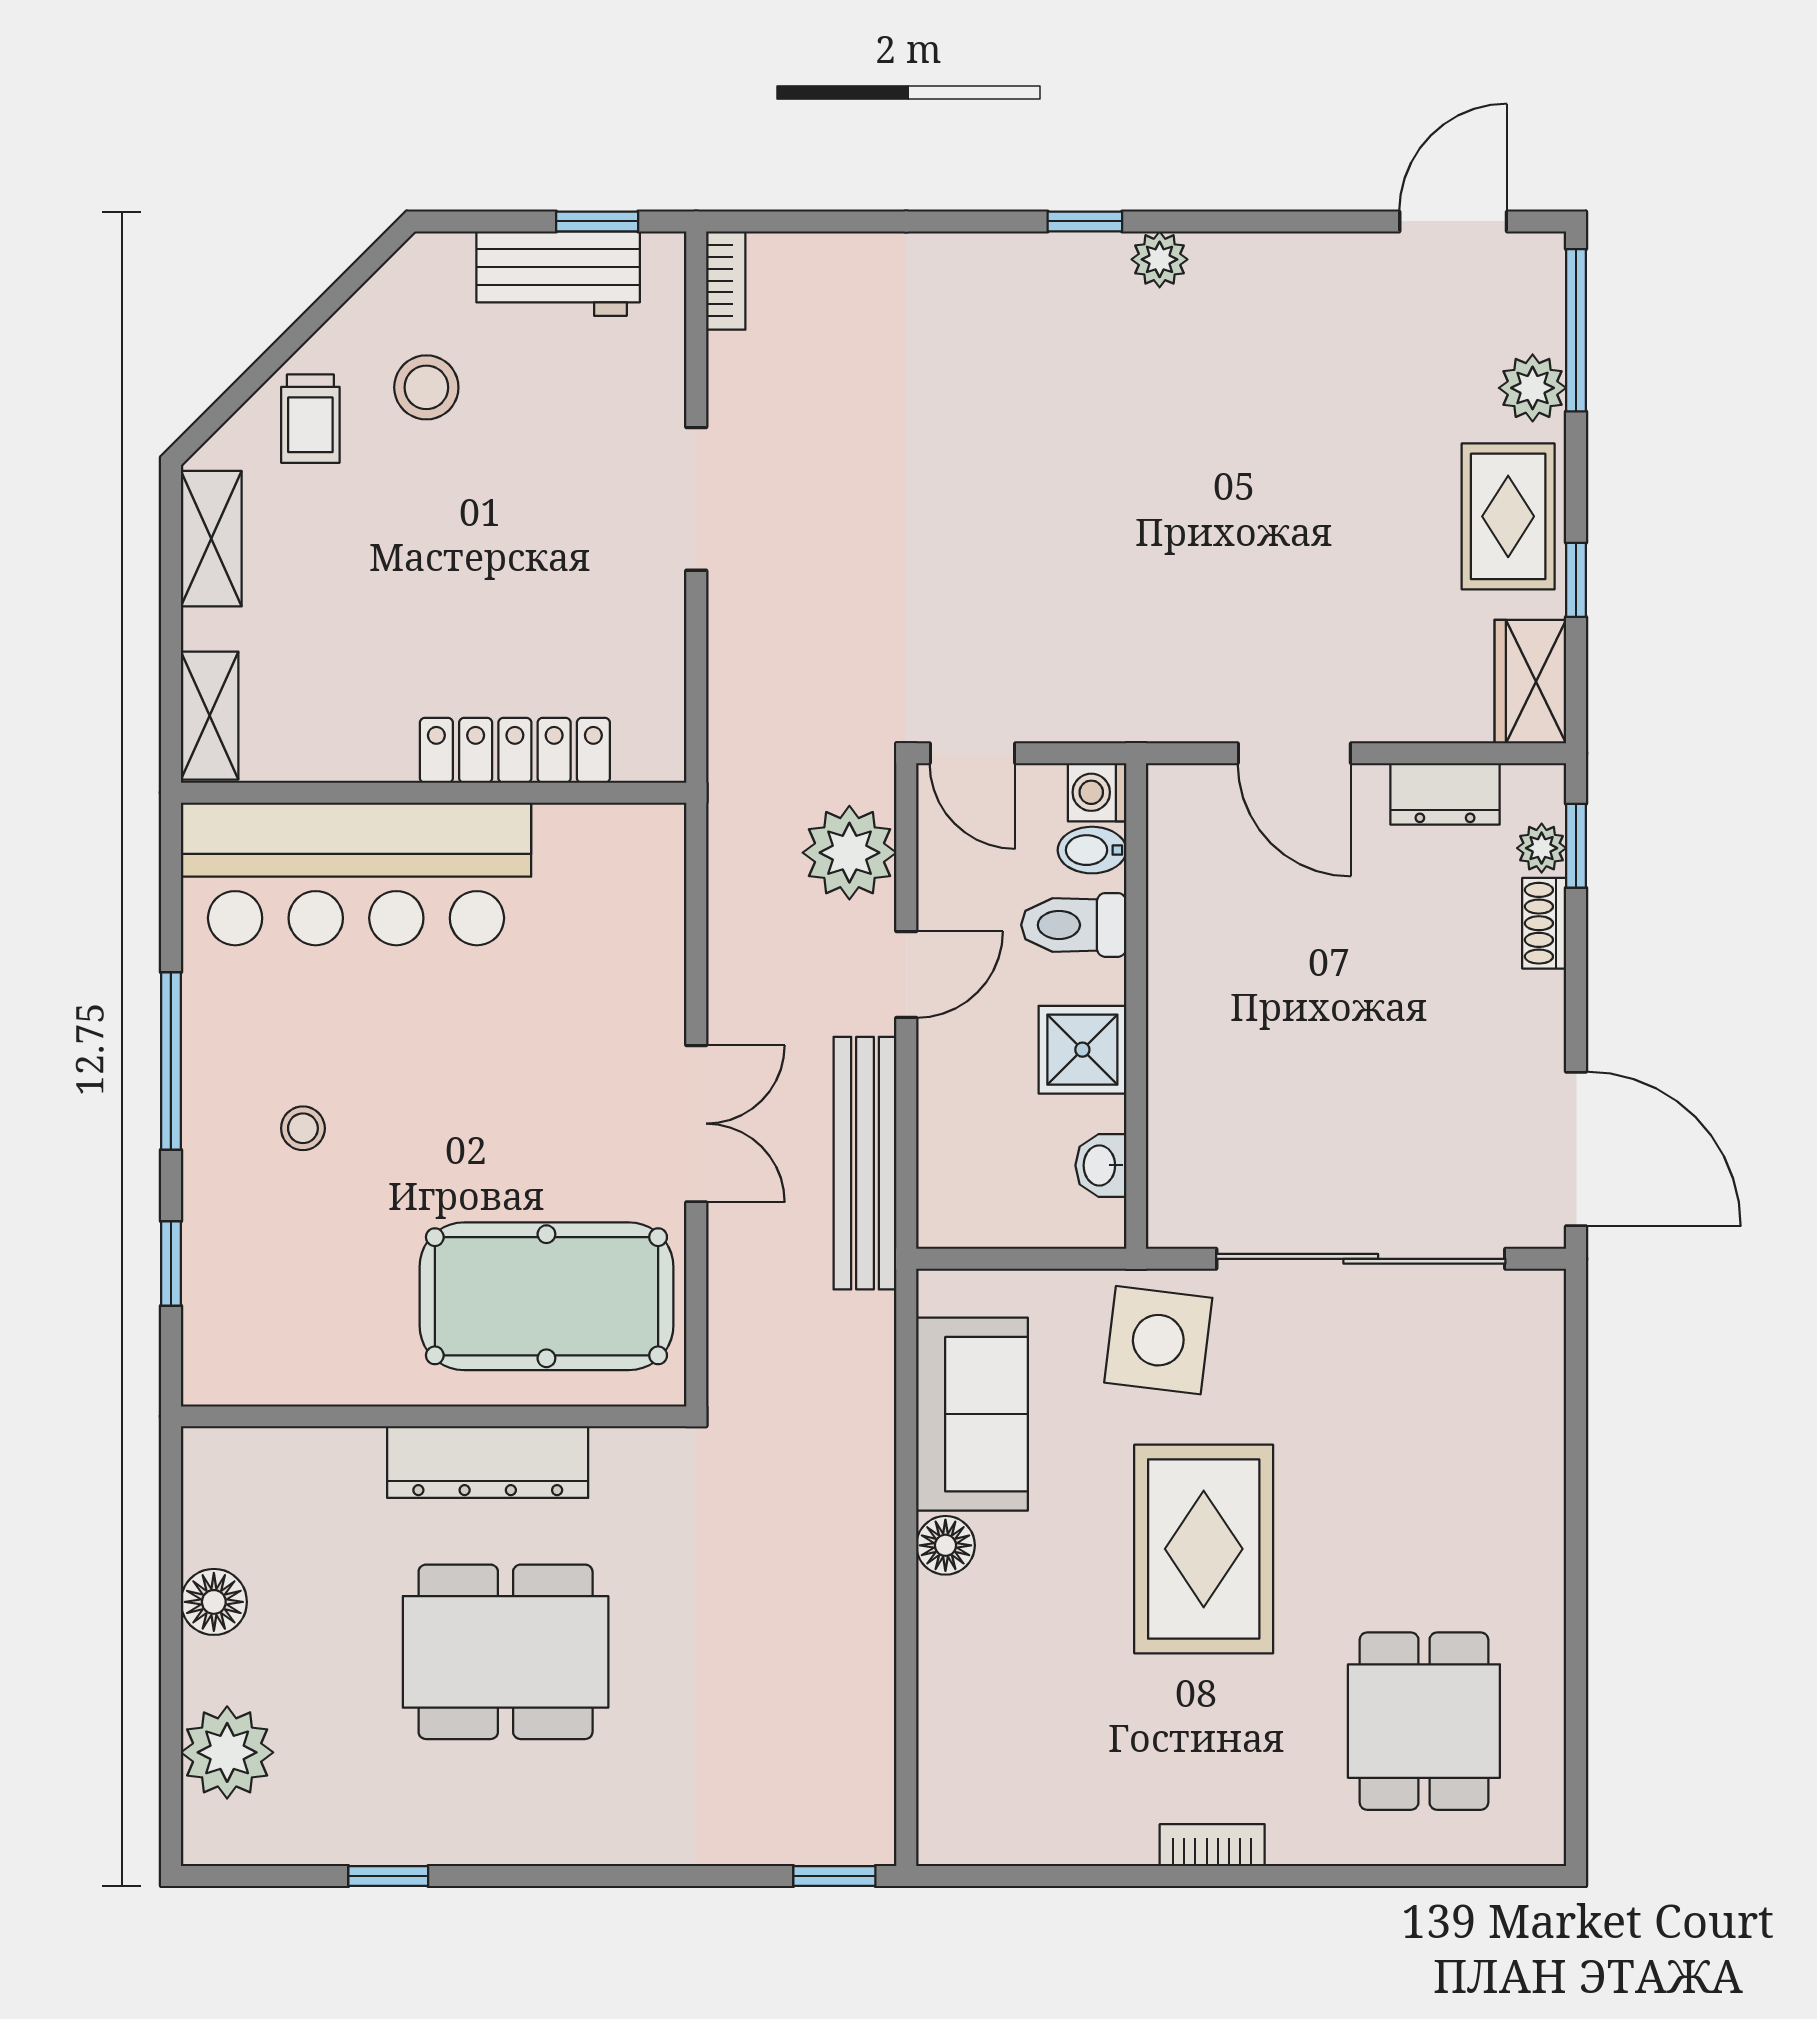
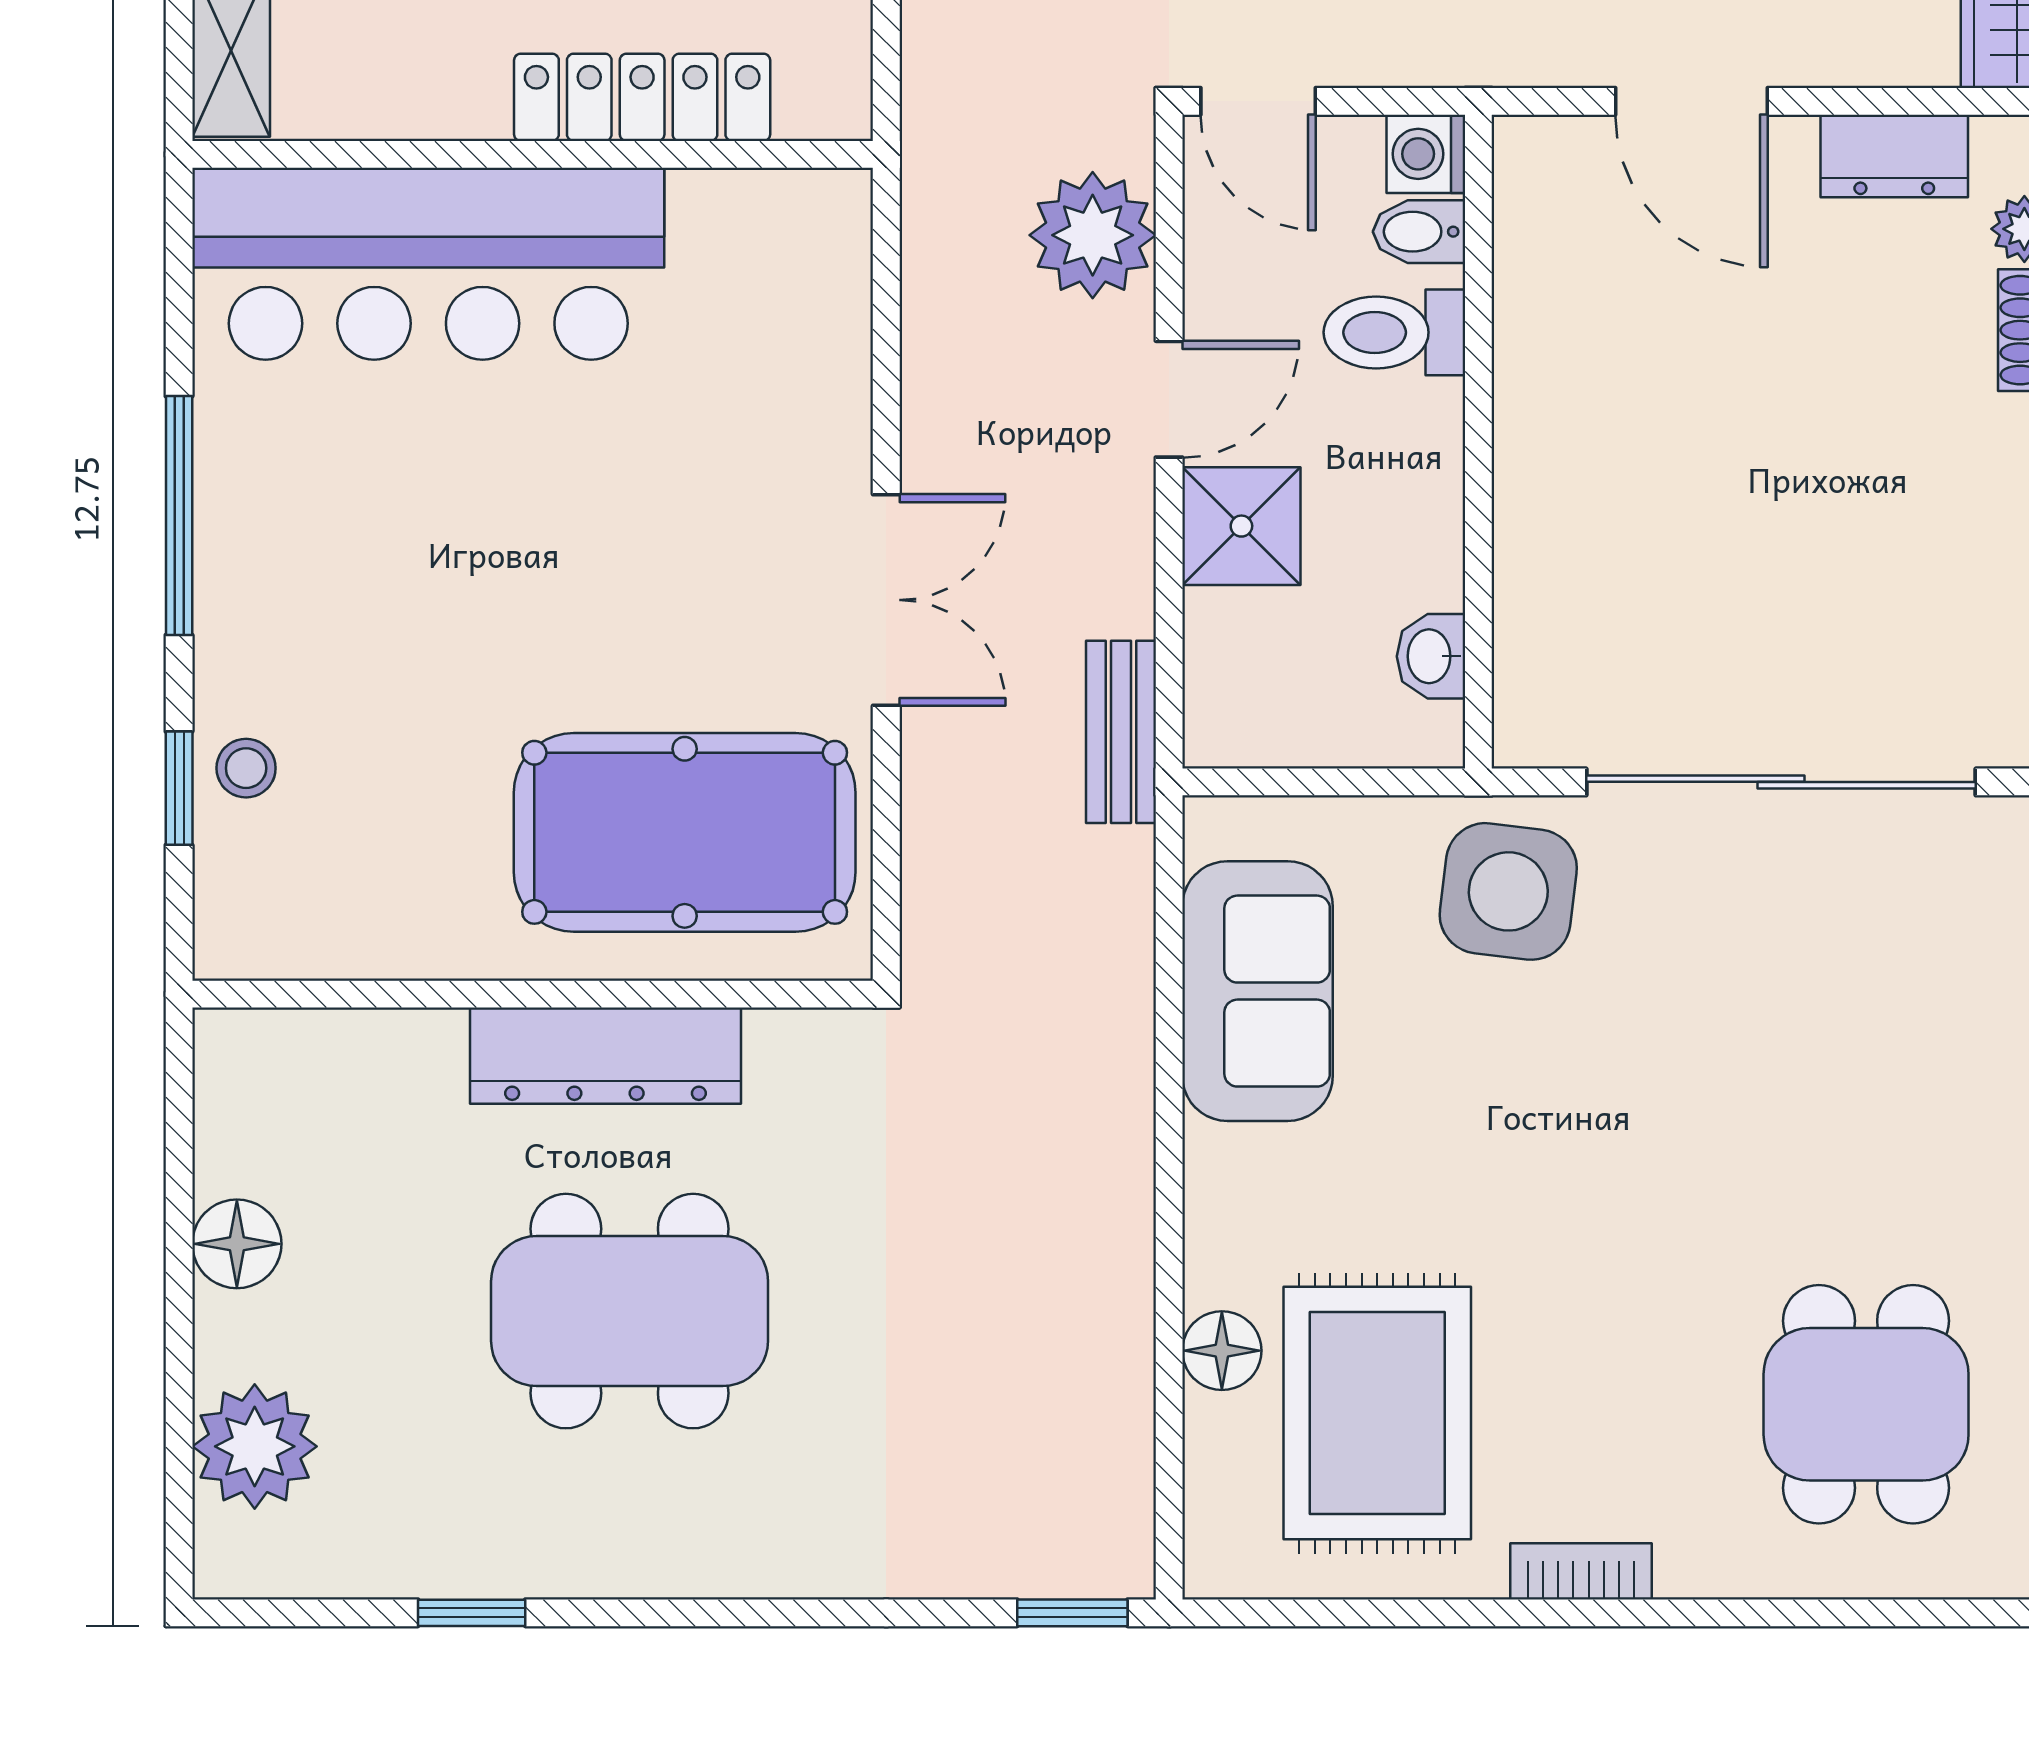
shower: (1082, 1050) -> (1241, 526), moved
stool: (303, 1128) -> (246, 768), moved
bench: (865, 1163) -> (1121, 732), width x0.54, depth x0.82
floor lamp: (945, 1545) -> (1222, 1351), moved
rug: (1204, 1549) -> (1377, 1413), moved

